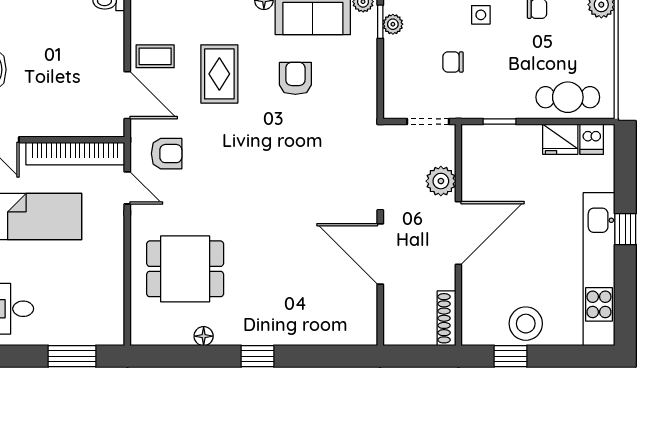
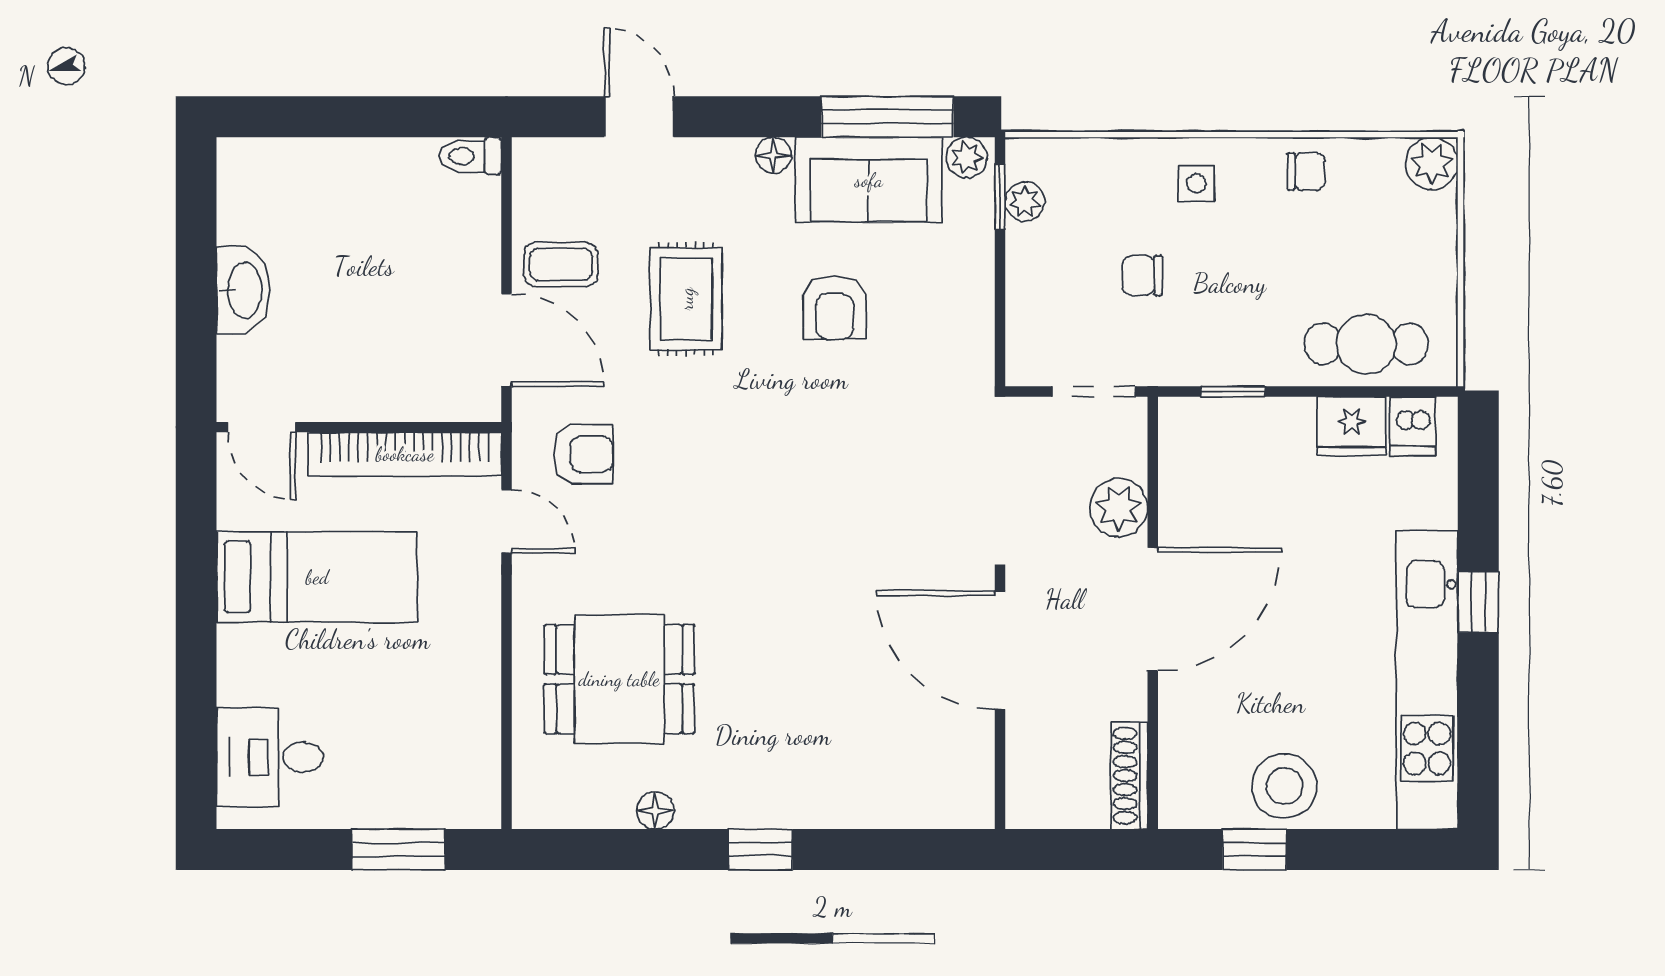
armchair: (295, 78) -> (835, 308), turned 180

